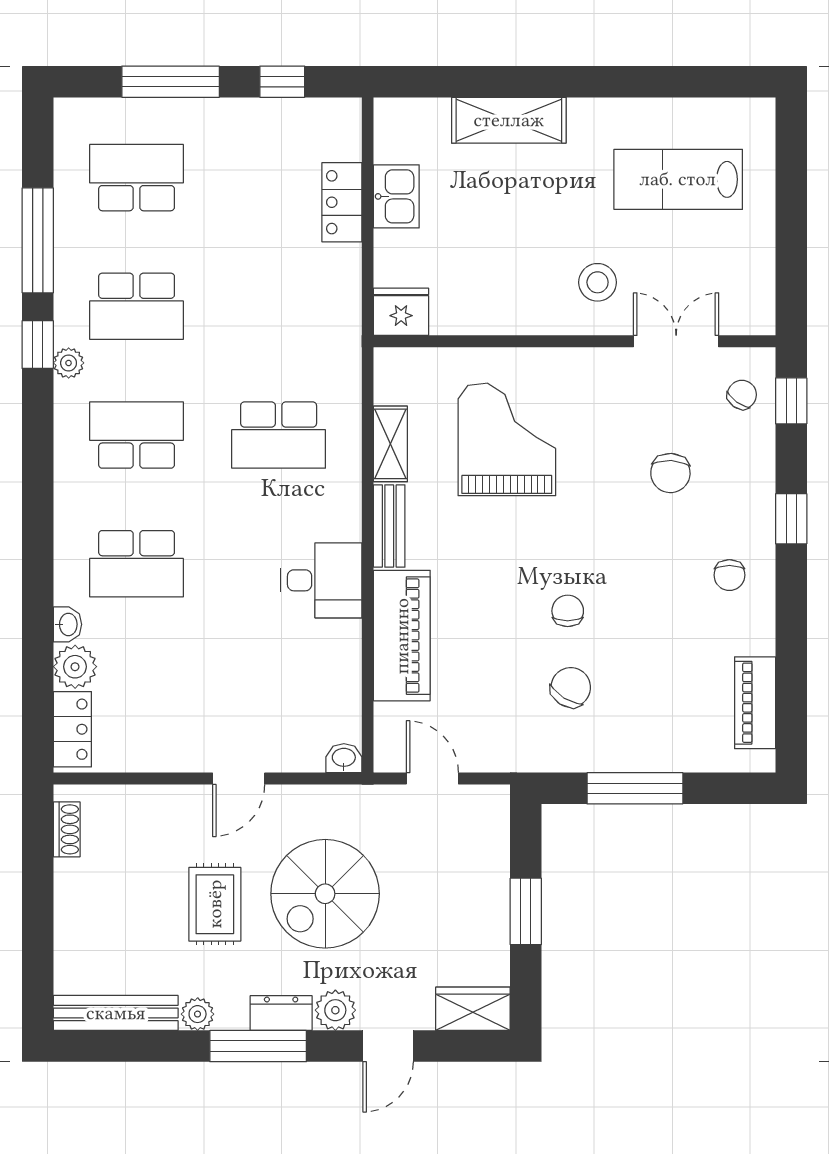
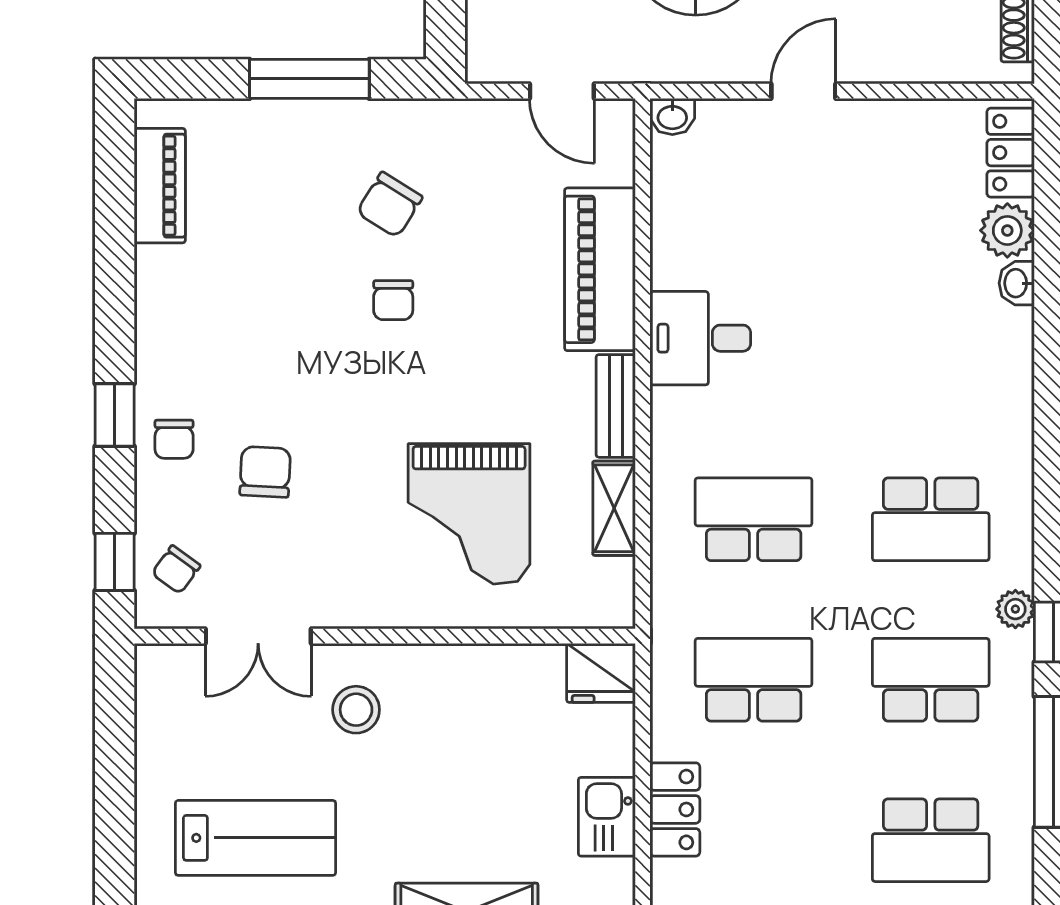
school desk: (137, 564) -> (754, 680), moved
chair: (729, 575) -> (174, 439), moved, turned 180

